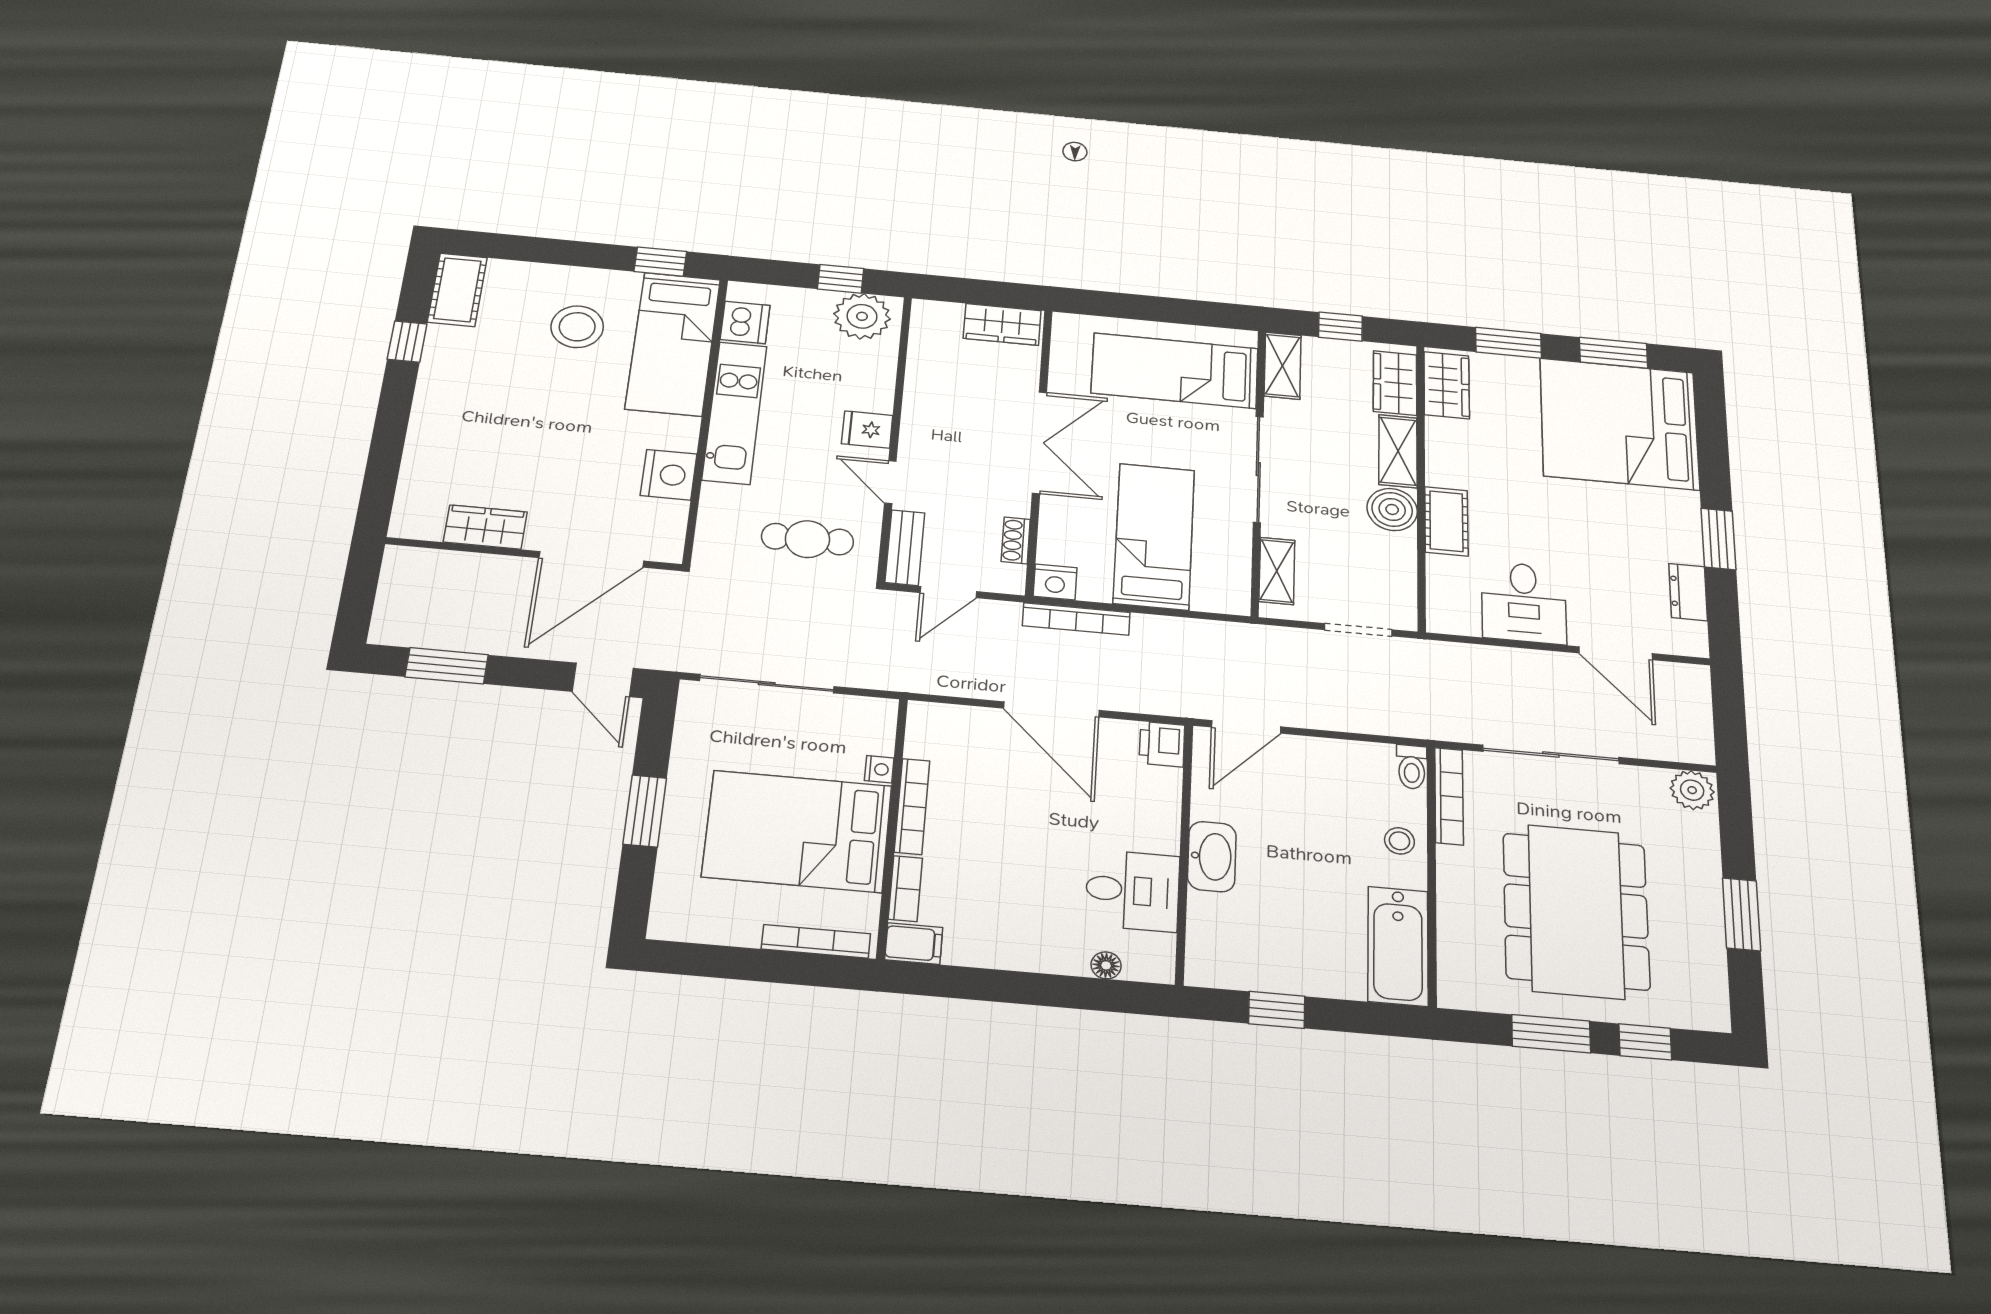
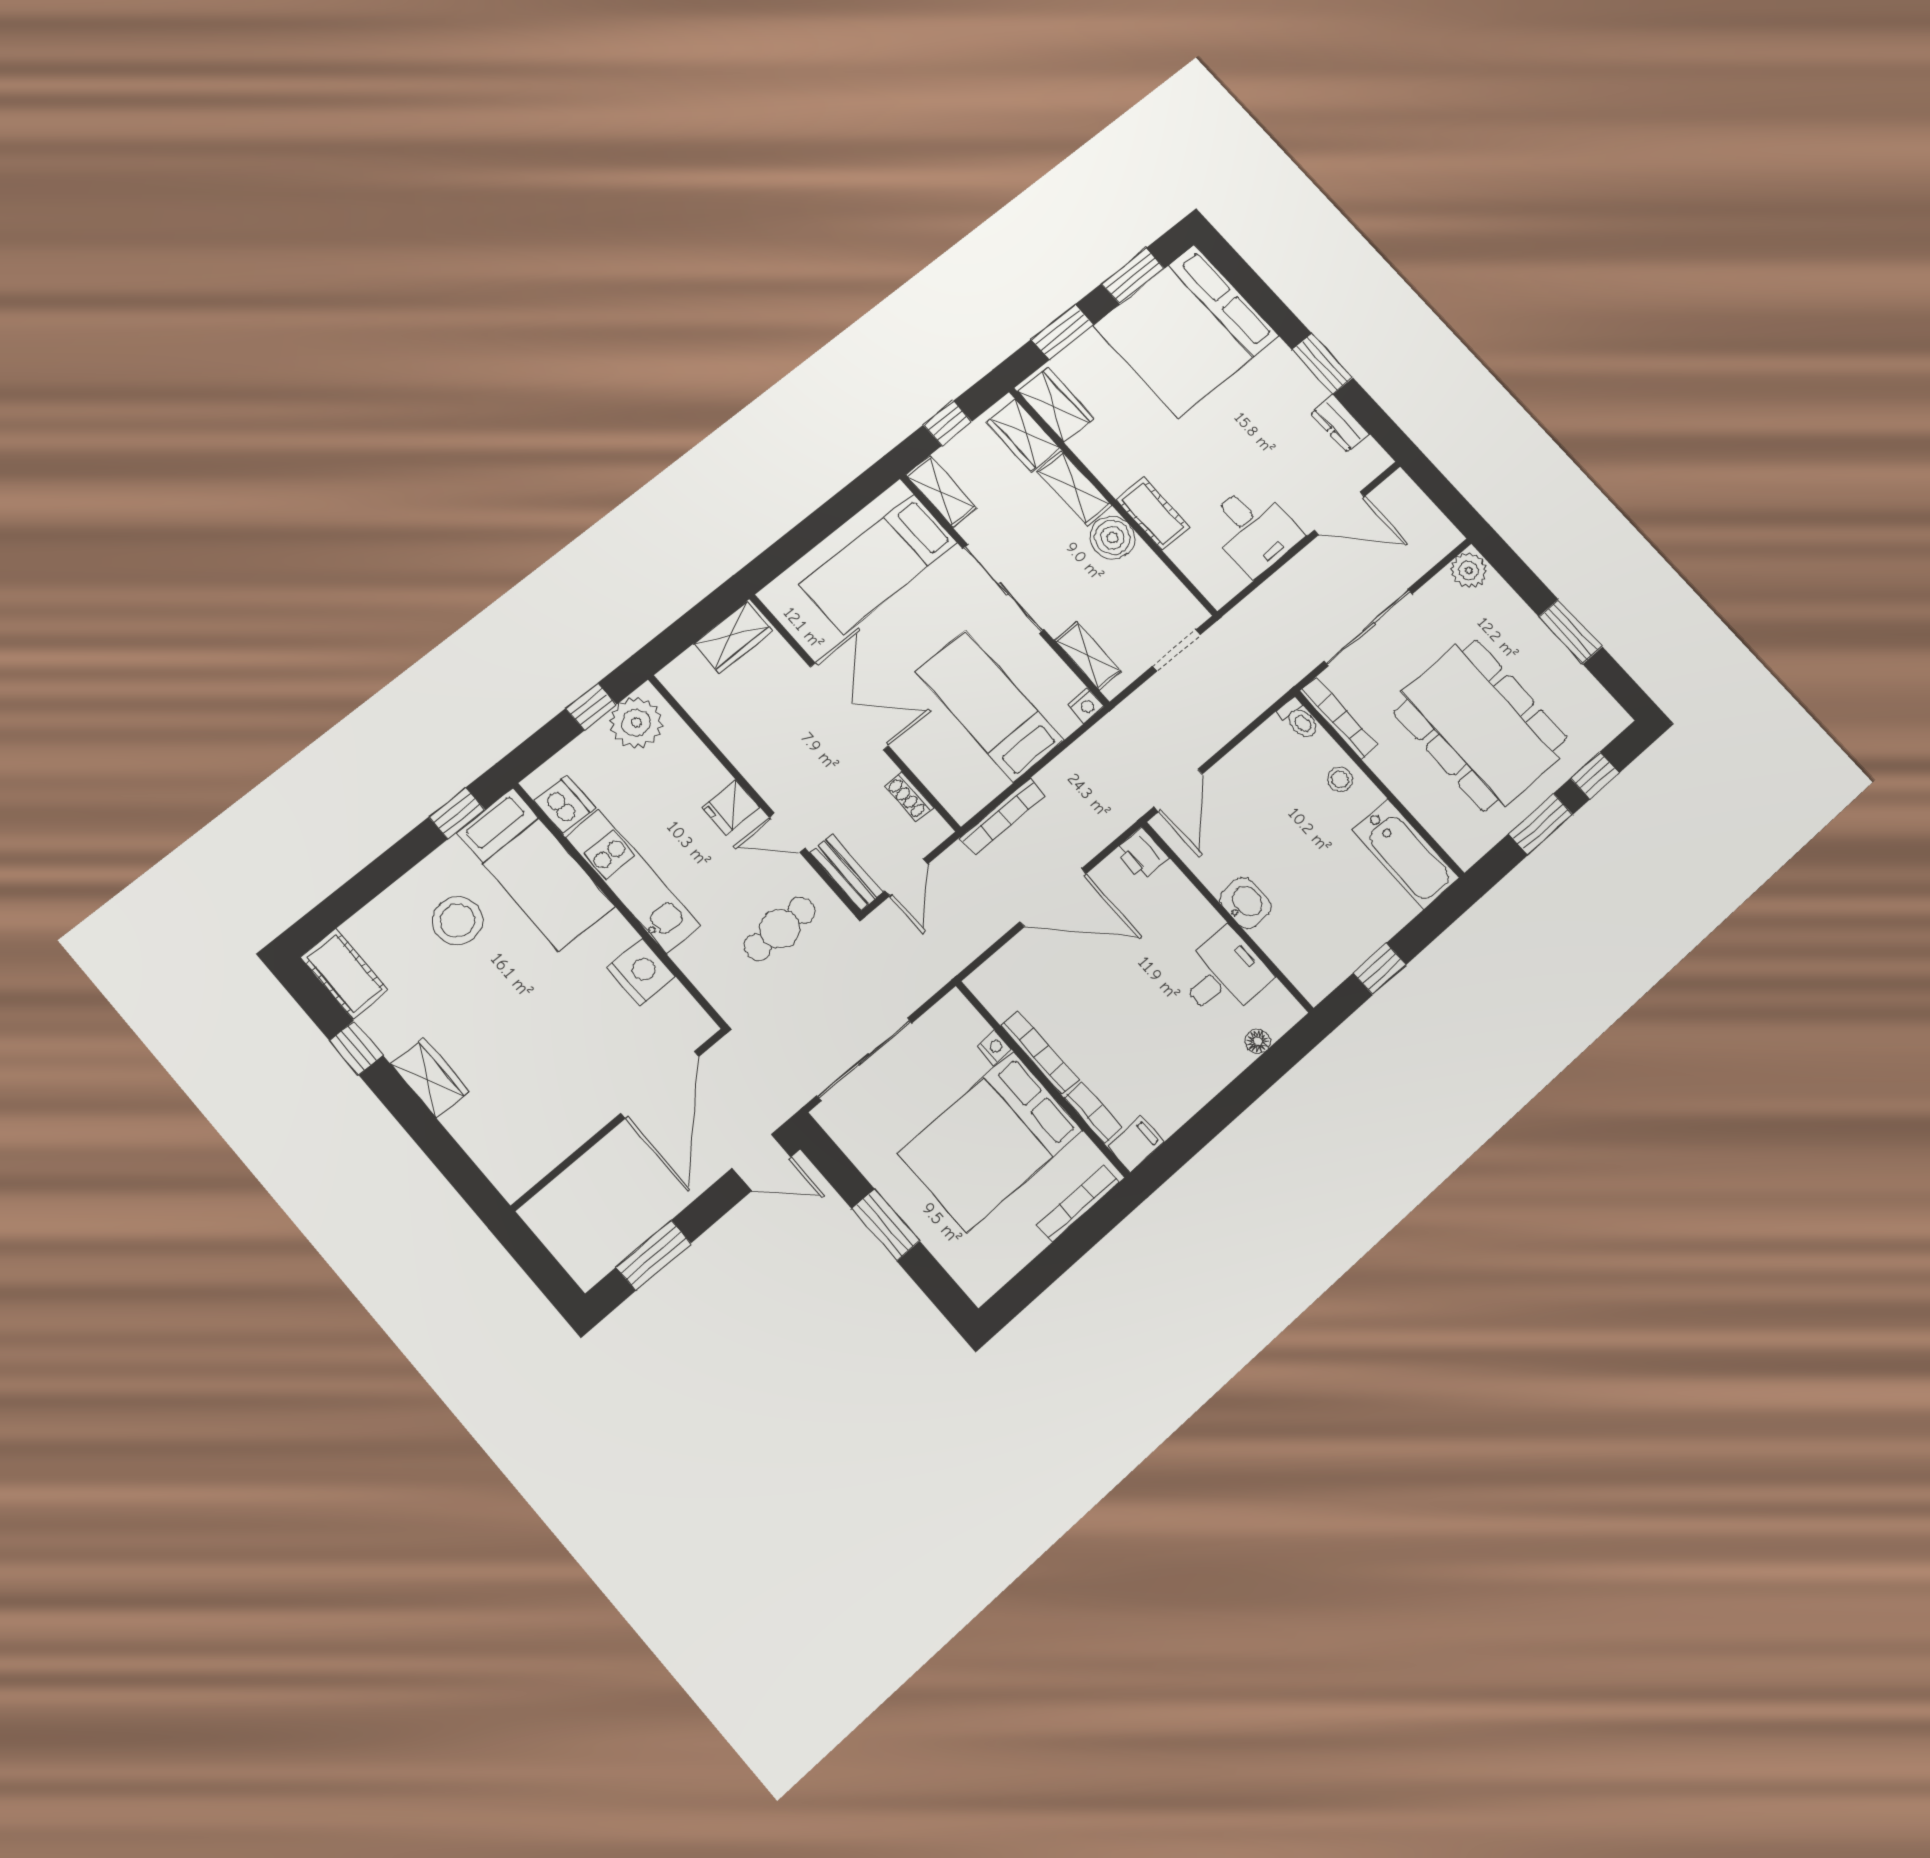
wardrobe: (485, 527) -> (430, 1078), moved, turned 90
nightstand: (1055, 582) -> (1086, 705), moved, width x0.72, depth x0.74
washbasin: (1212, 857) -> (1246, 903), width x0.72

